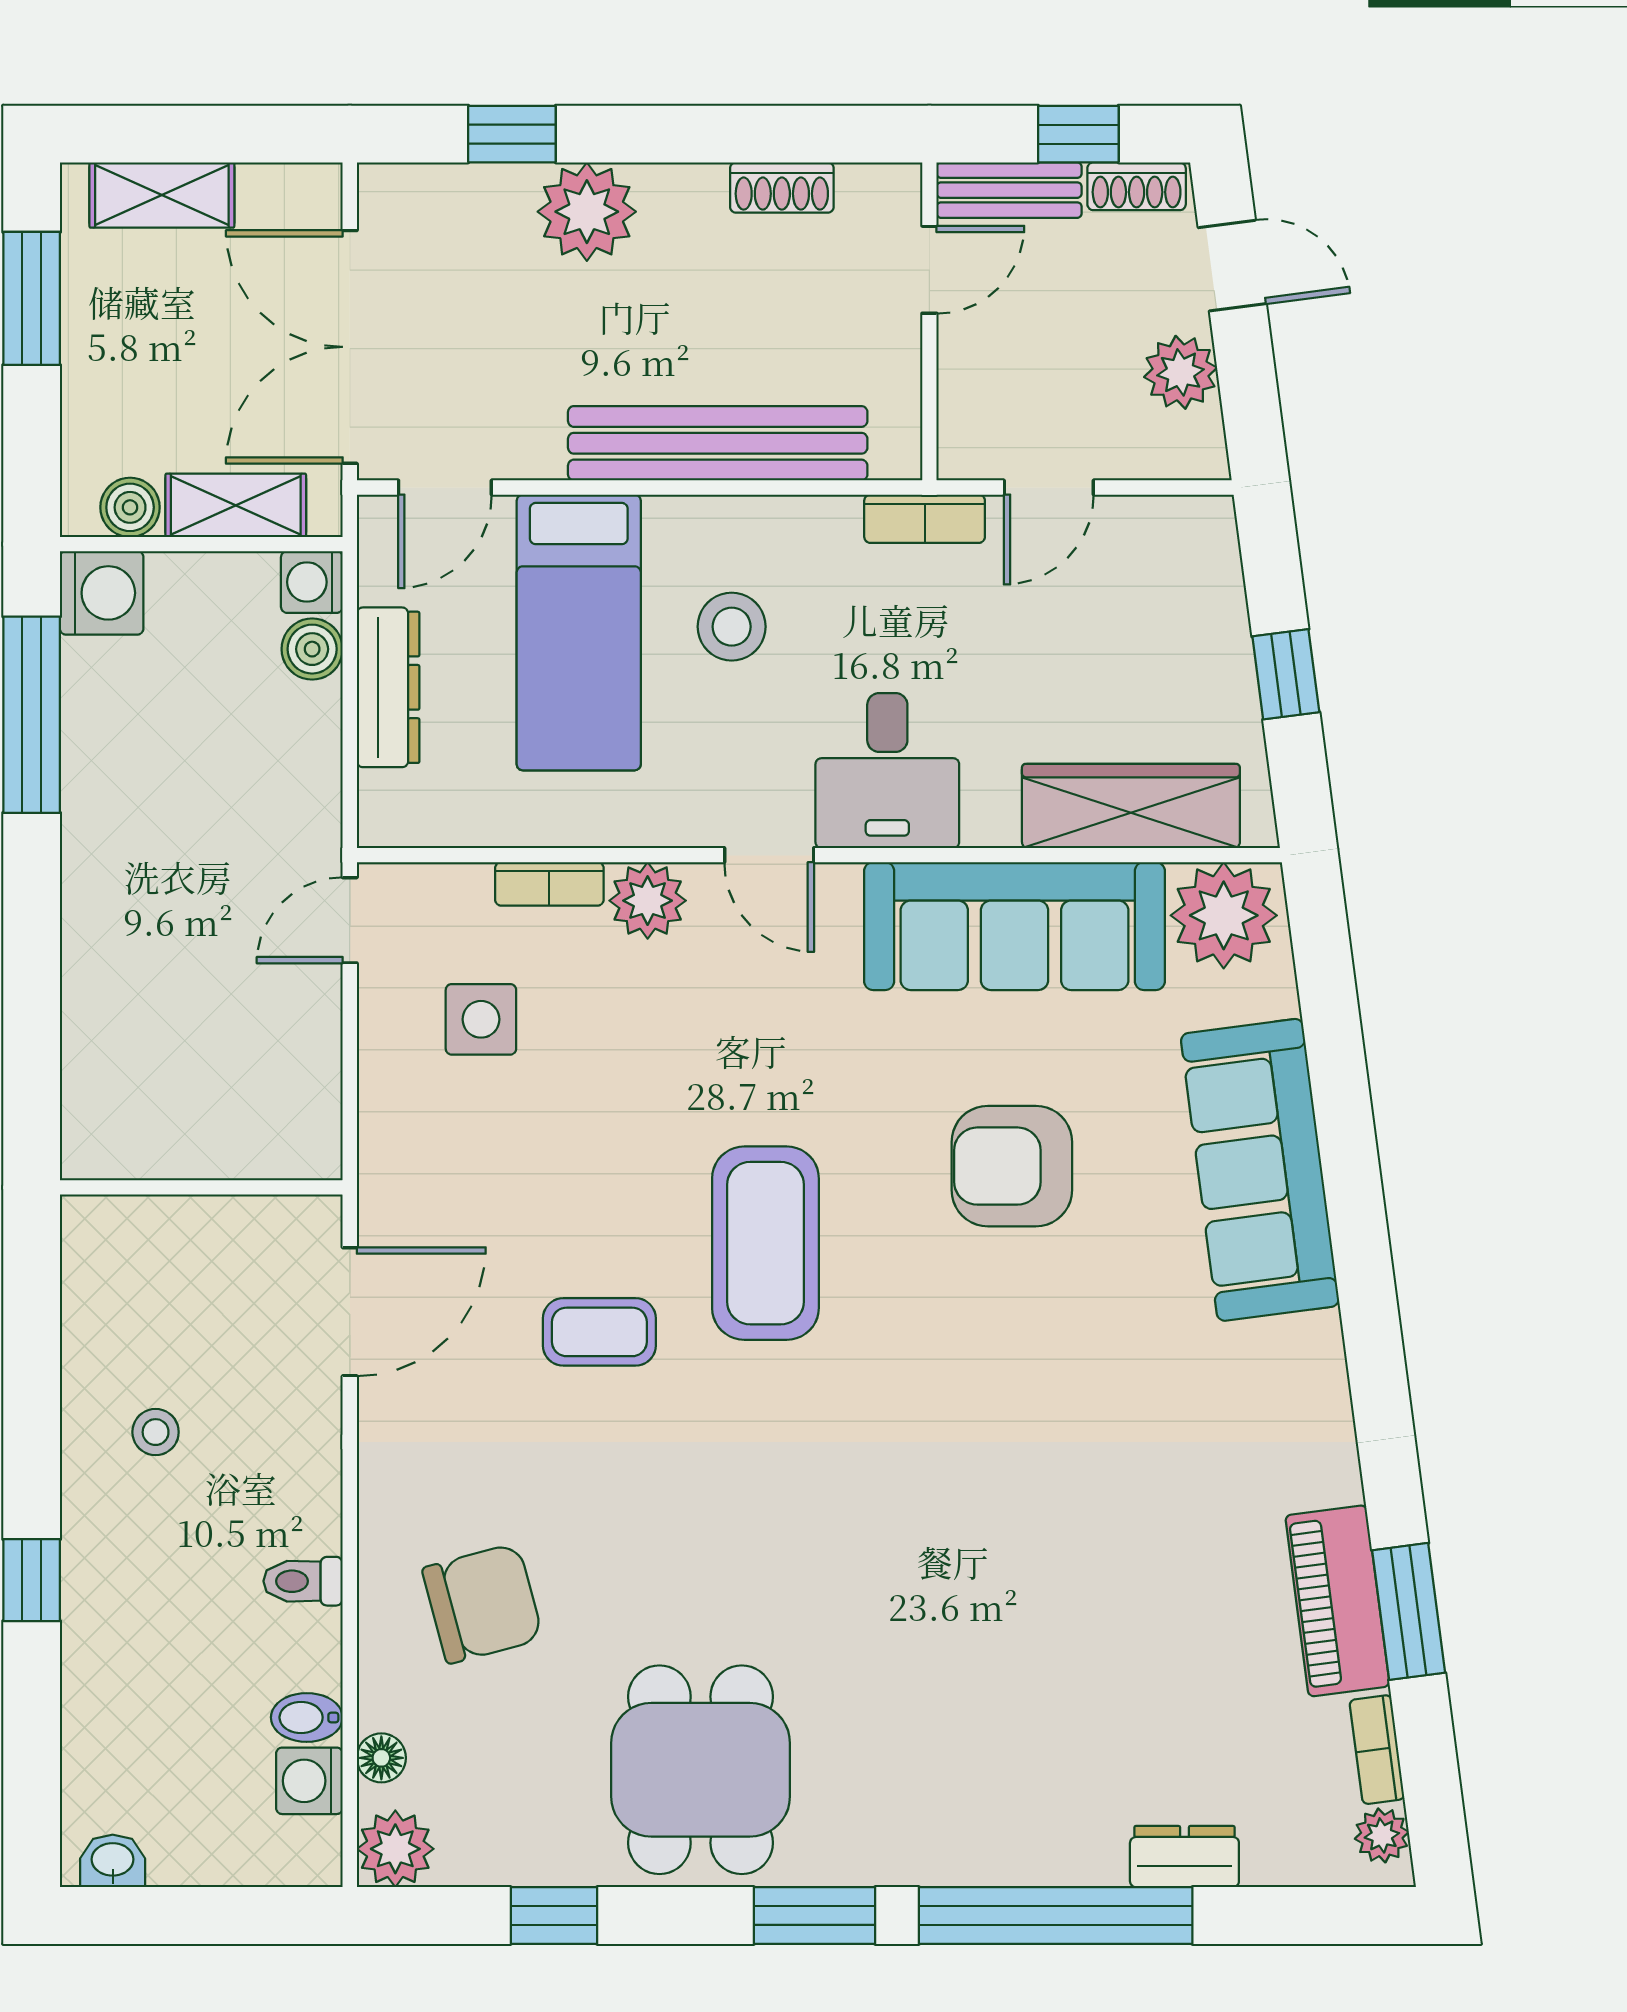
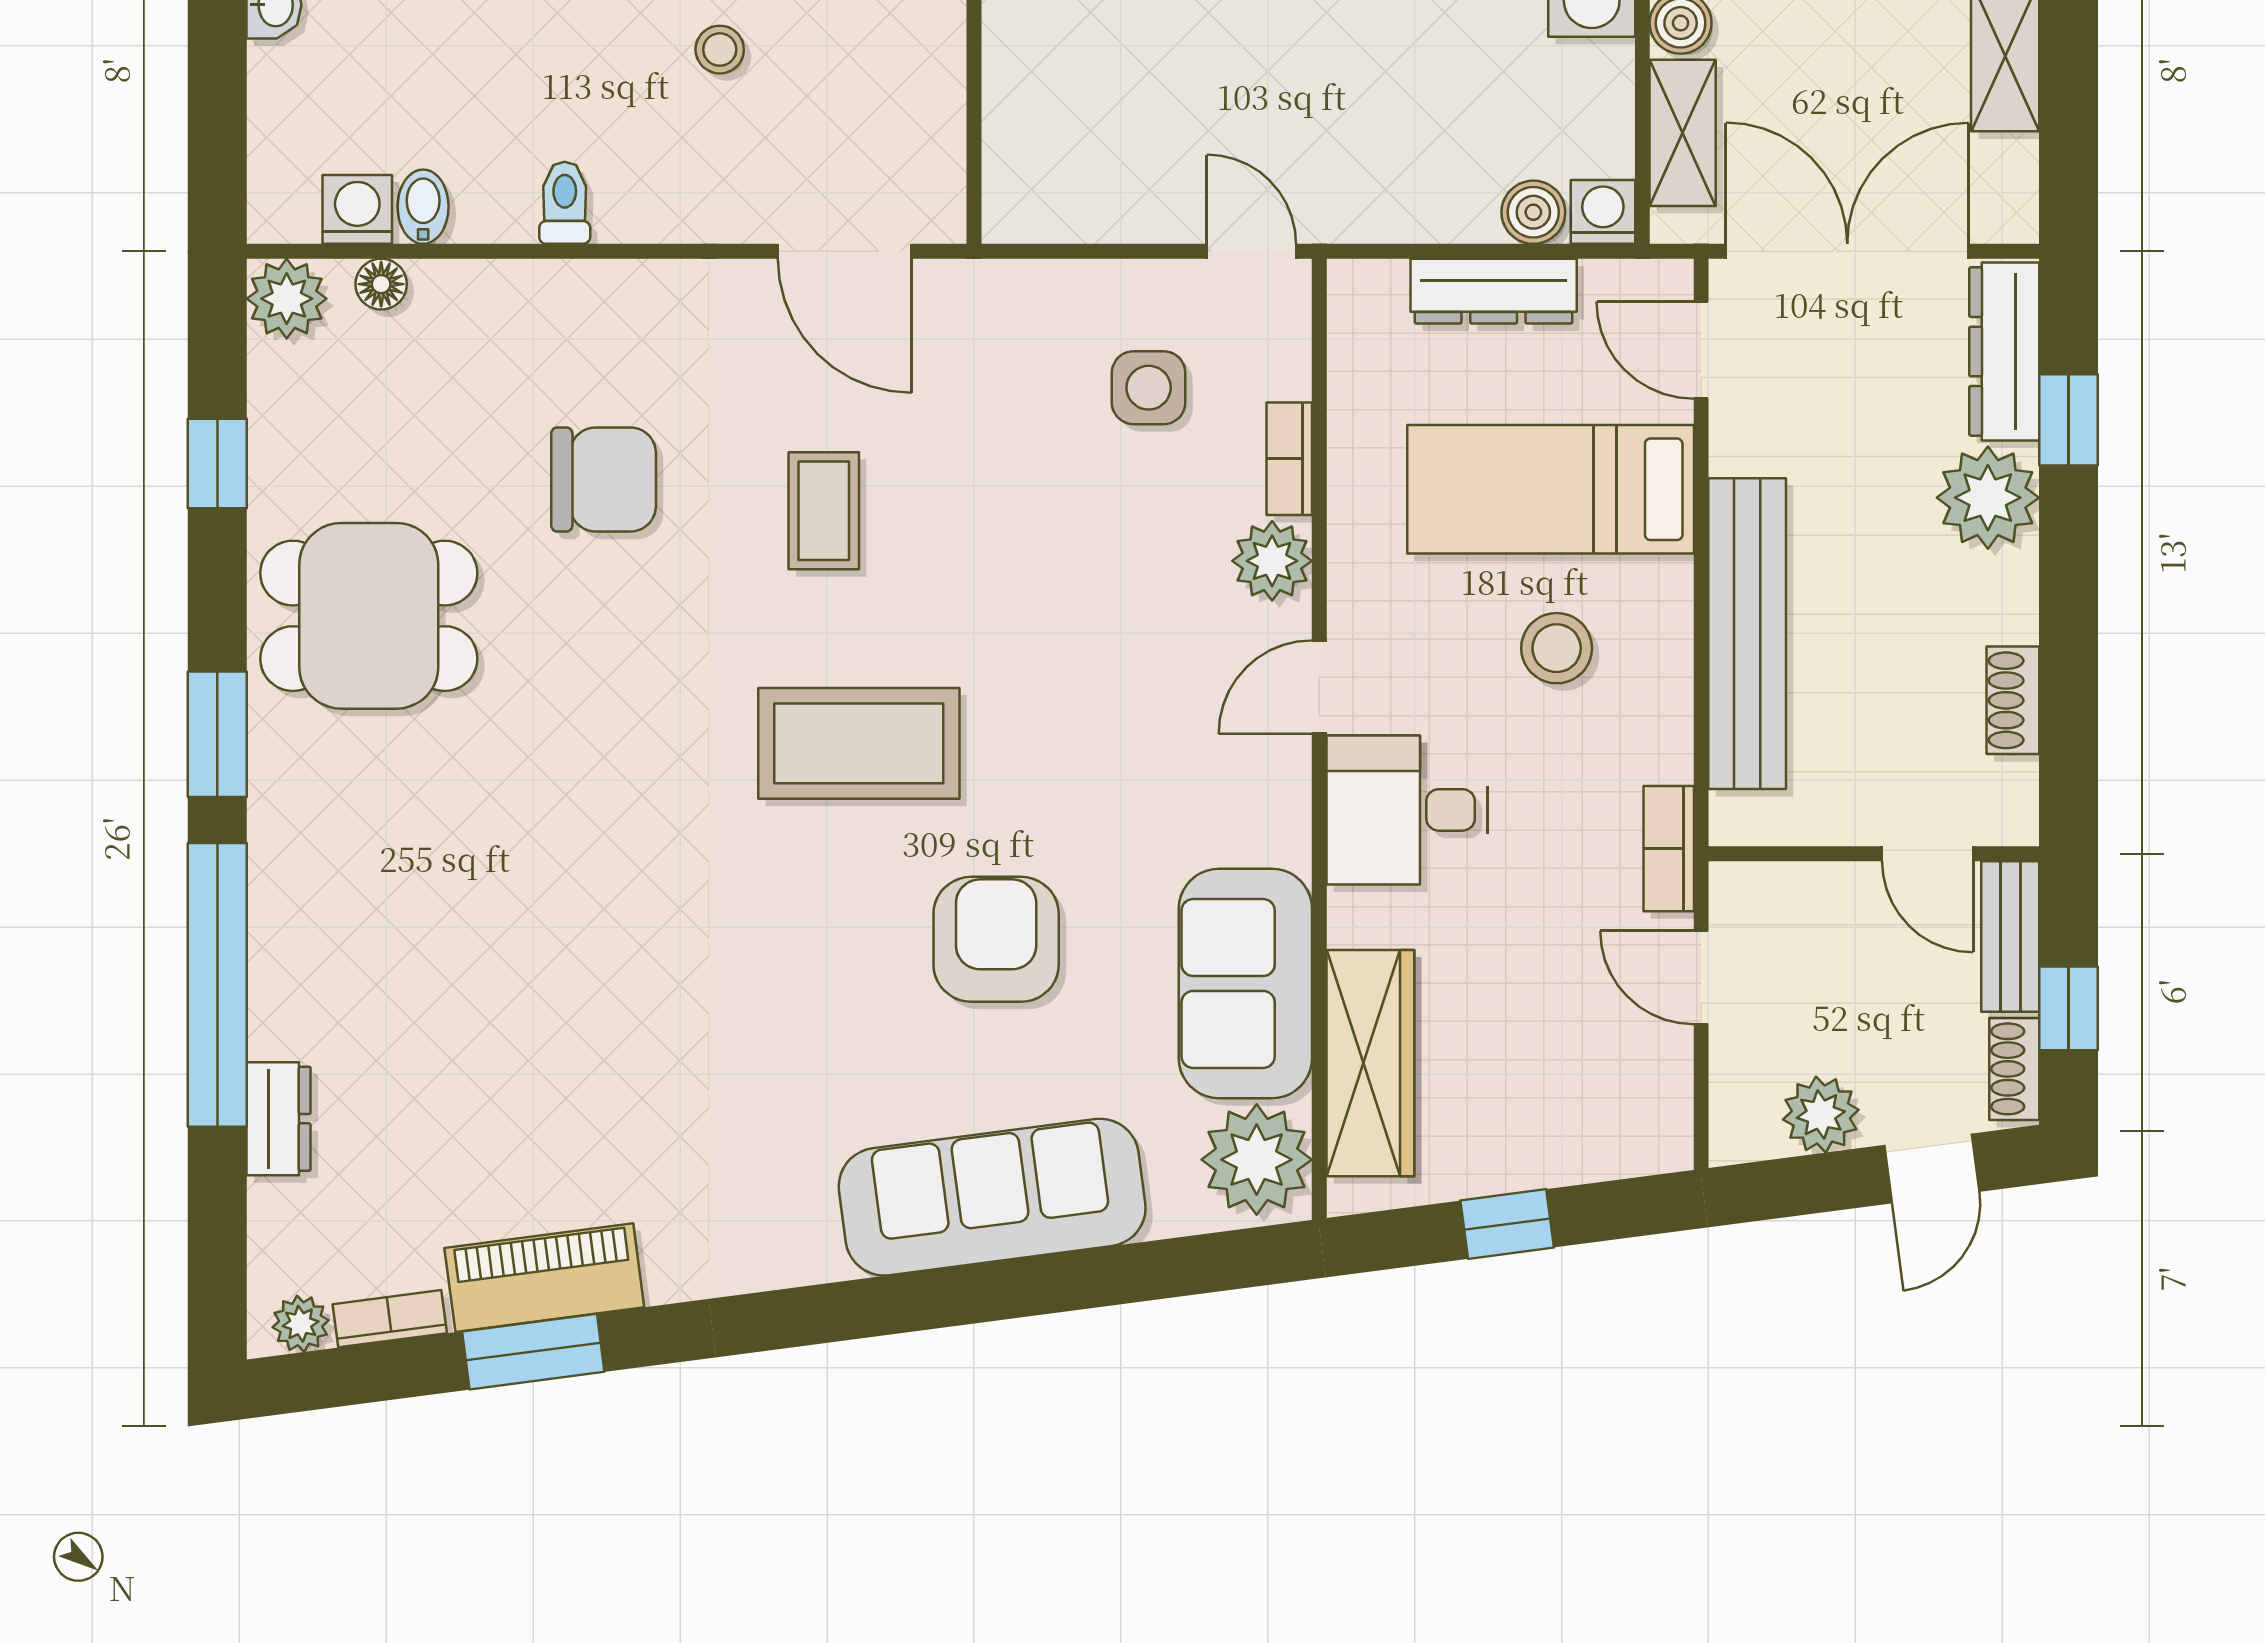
dresser: (446, 196) -> (2004, 351), added
sofa: (1014, 926) -> (1245, 983), width x0.73
coffee table: (765, 1243) -> (859, 743), moved
chair: (483, 1603) -> (604, 479), moved, turned -75

